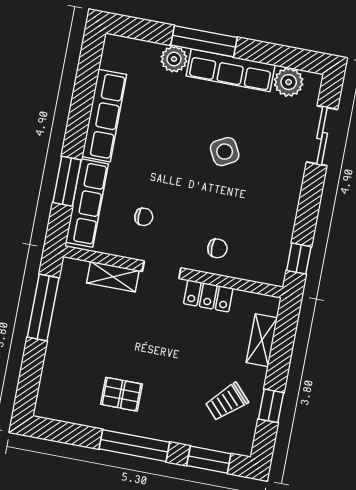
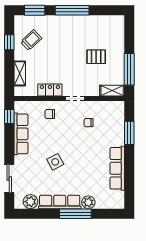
row of seats: (87, 203) -> (21, 134), moved, turned 180
shelving: (113, 277) -> (112, 91), moved
pallet: (122, 394) -> (96, 57), moved

